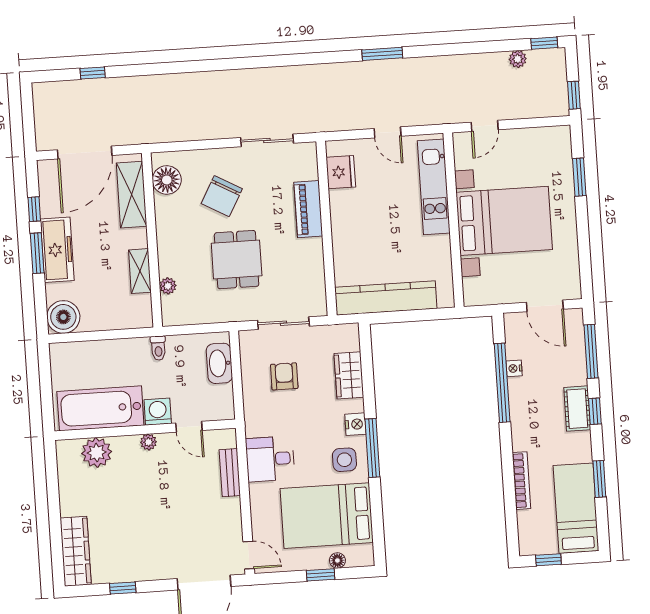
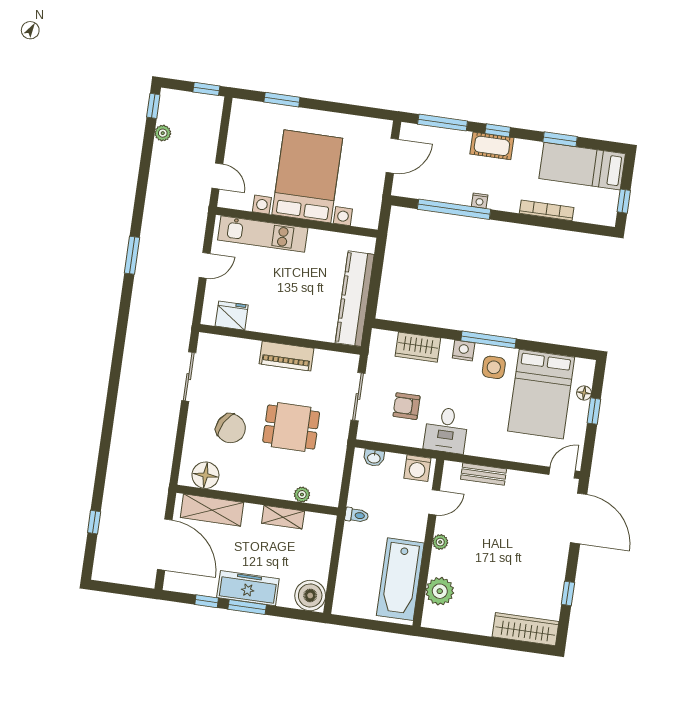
piano: (308, 209) -> (286, 356), moved
washbasin: (219, 363) -> (374, 458), width x0.52, depth x0.69
nightstand: (514, 368) -> (480, 201), moved
washing machine: (158, 412) -> (417, 468), moved, turned -90
desk: (270, 459) -> (446, 430), moved

